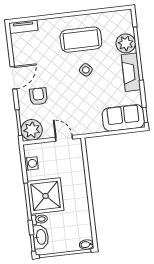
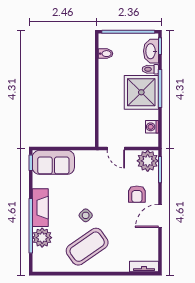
coffee table: (81, 40) -> (87, 247), turned -35
bidet: (86, 245) -> (106, 54), moved

